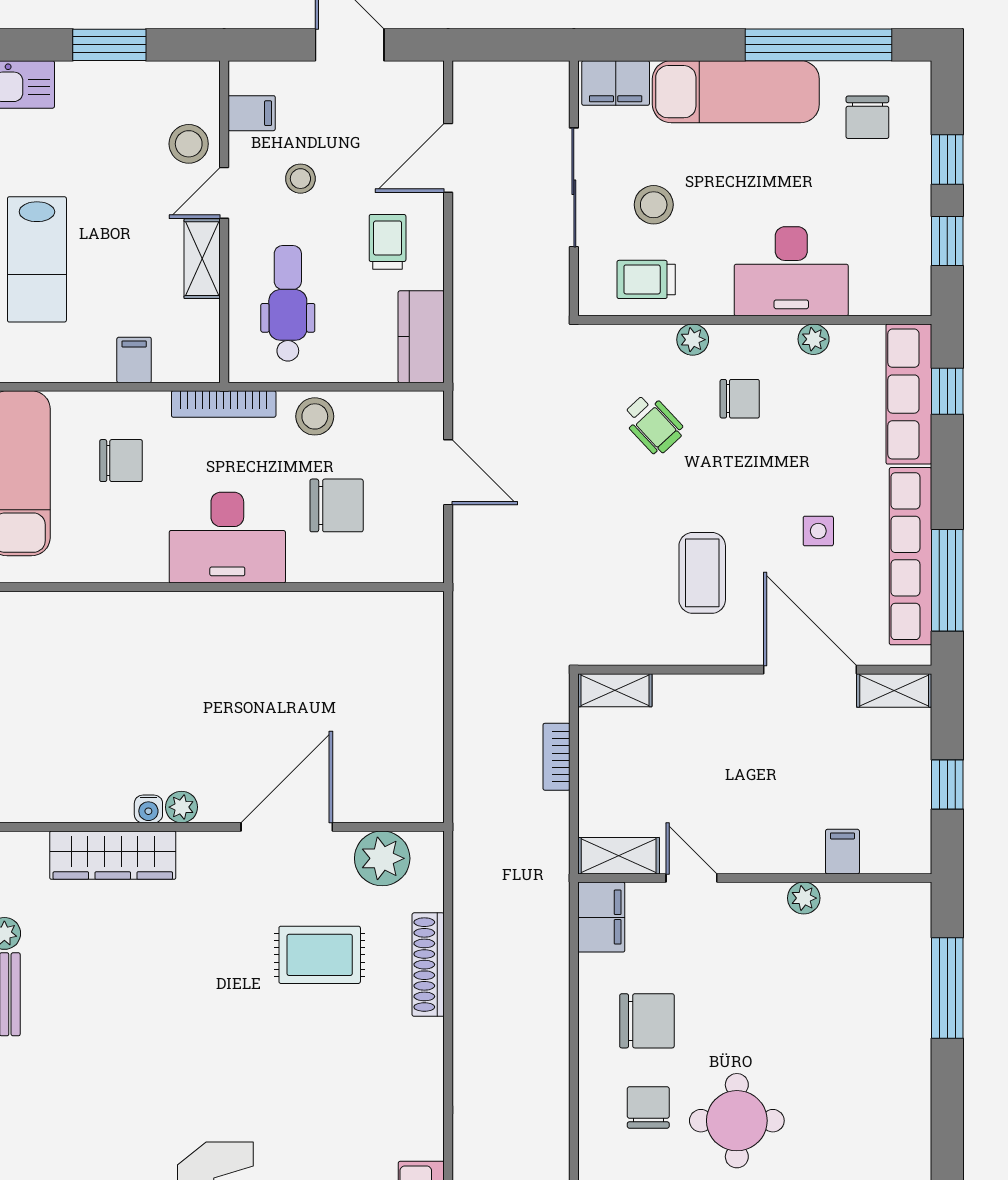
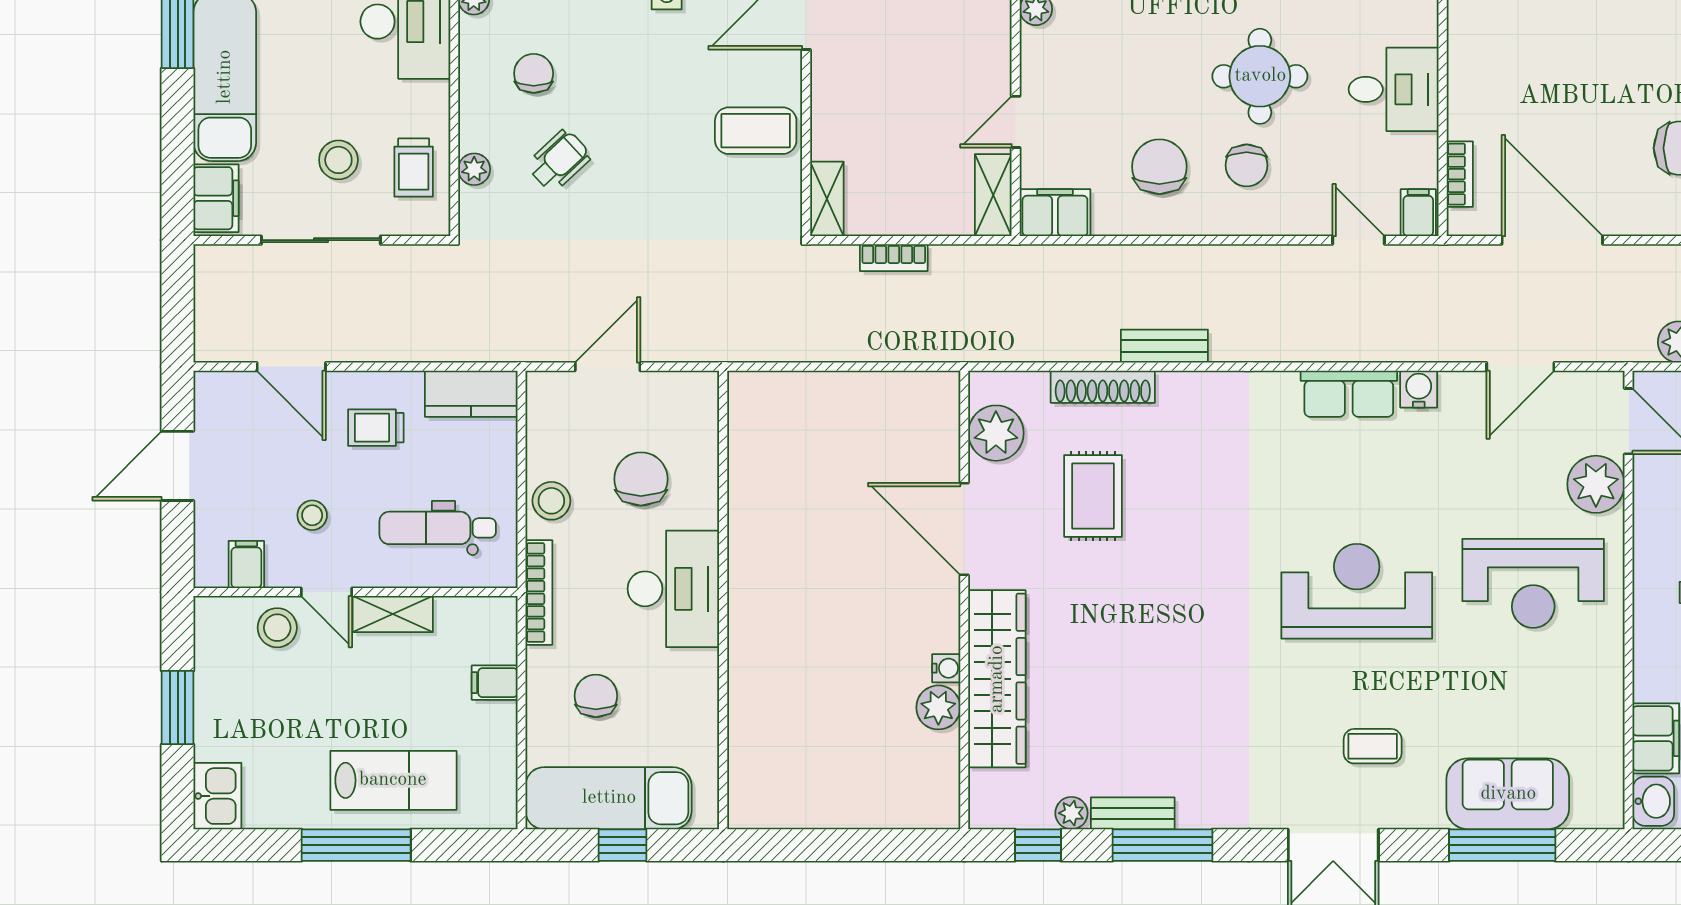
plant: (693, 340) -> (474, 169), moved
coffee table: (702, 573) -> (756, 131), moved
plant: (181, 807) -> (938, 707), moved, width x1.38, depth x1.38
wardrobe: (113, 855) -> (997, 679), width x1.40, depth x1.17
bench: (469, 1026) -> (1164, 346), added
chair: (648, 1108) -> (1247, 165), turned -90

